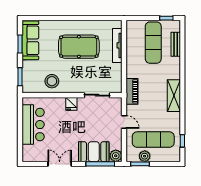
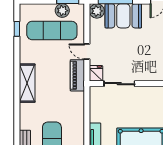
piano: (132, 91) -> (77, 75), moved
fridge: (71, 104) -> (96, 73), moved

